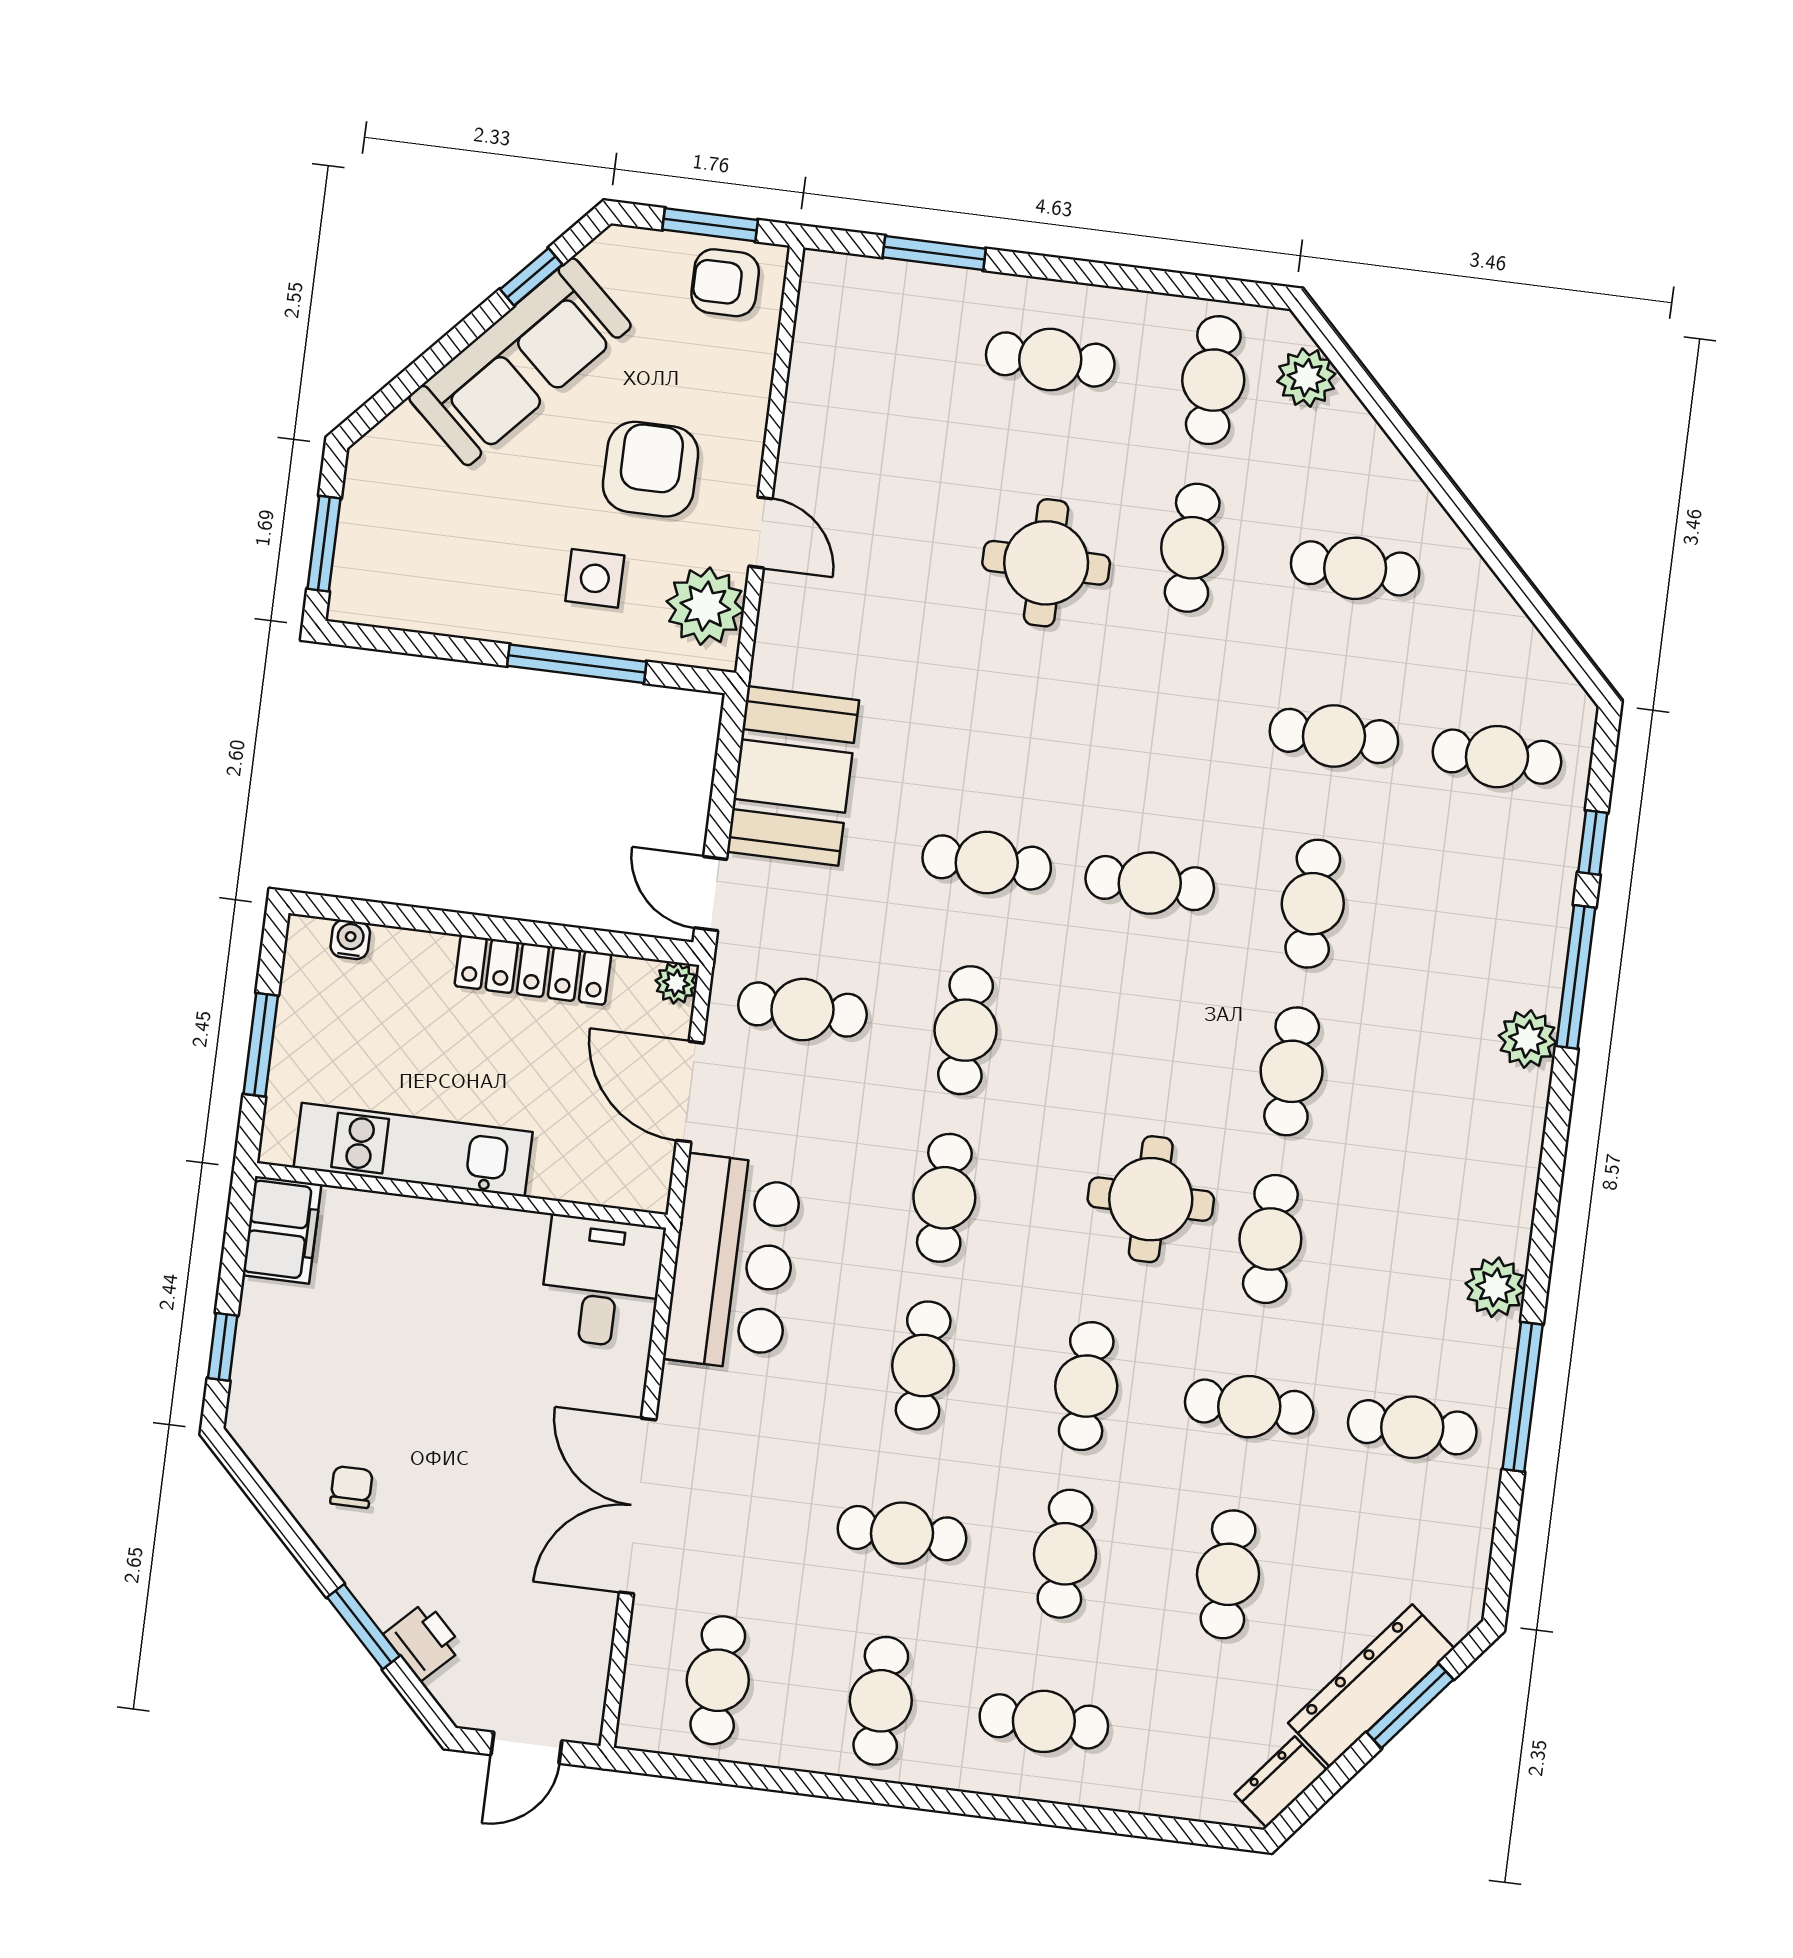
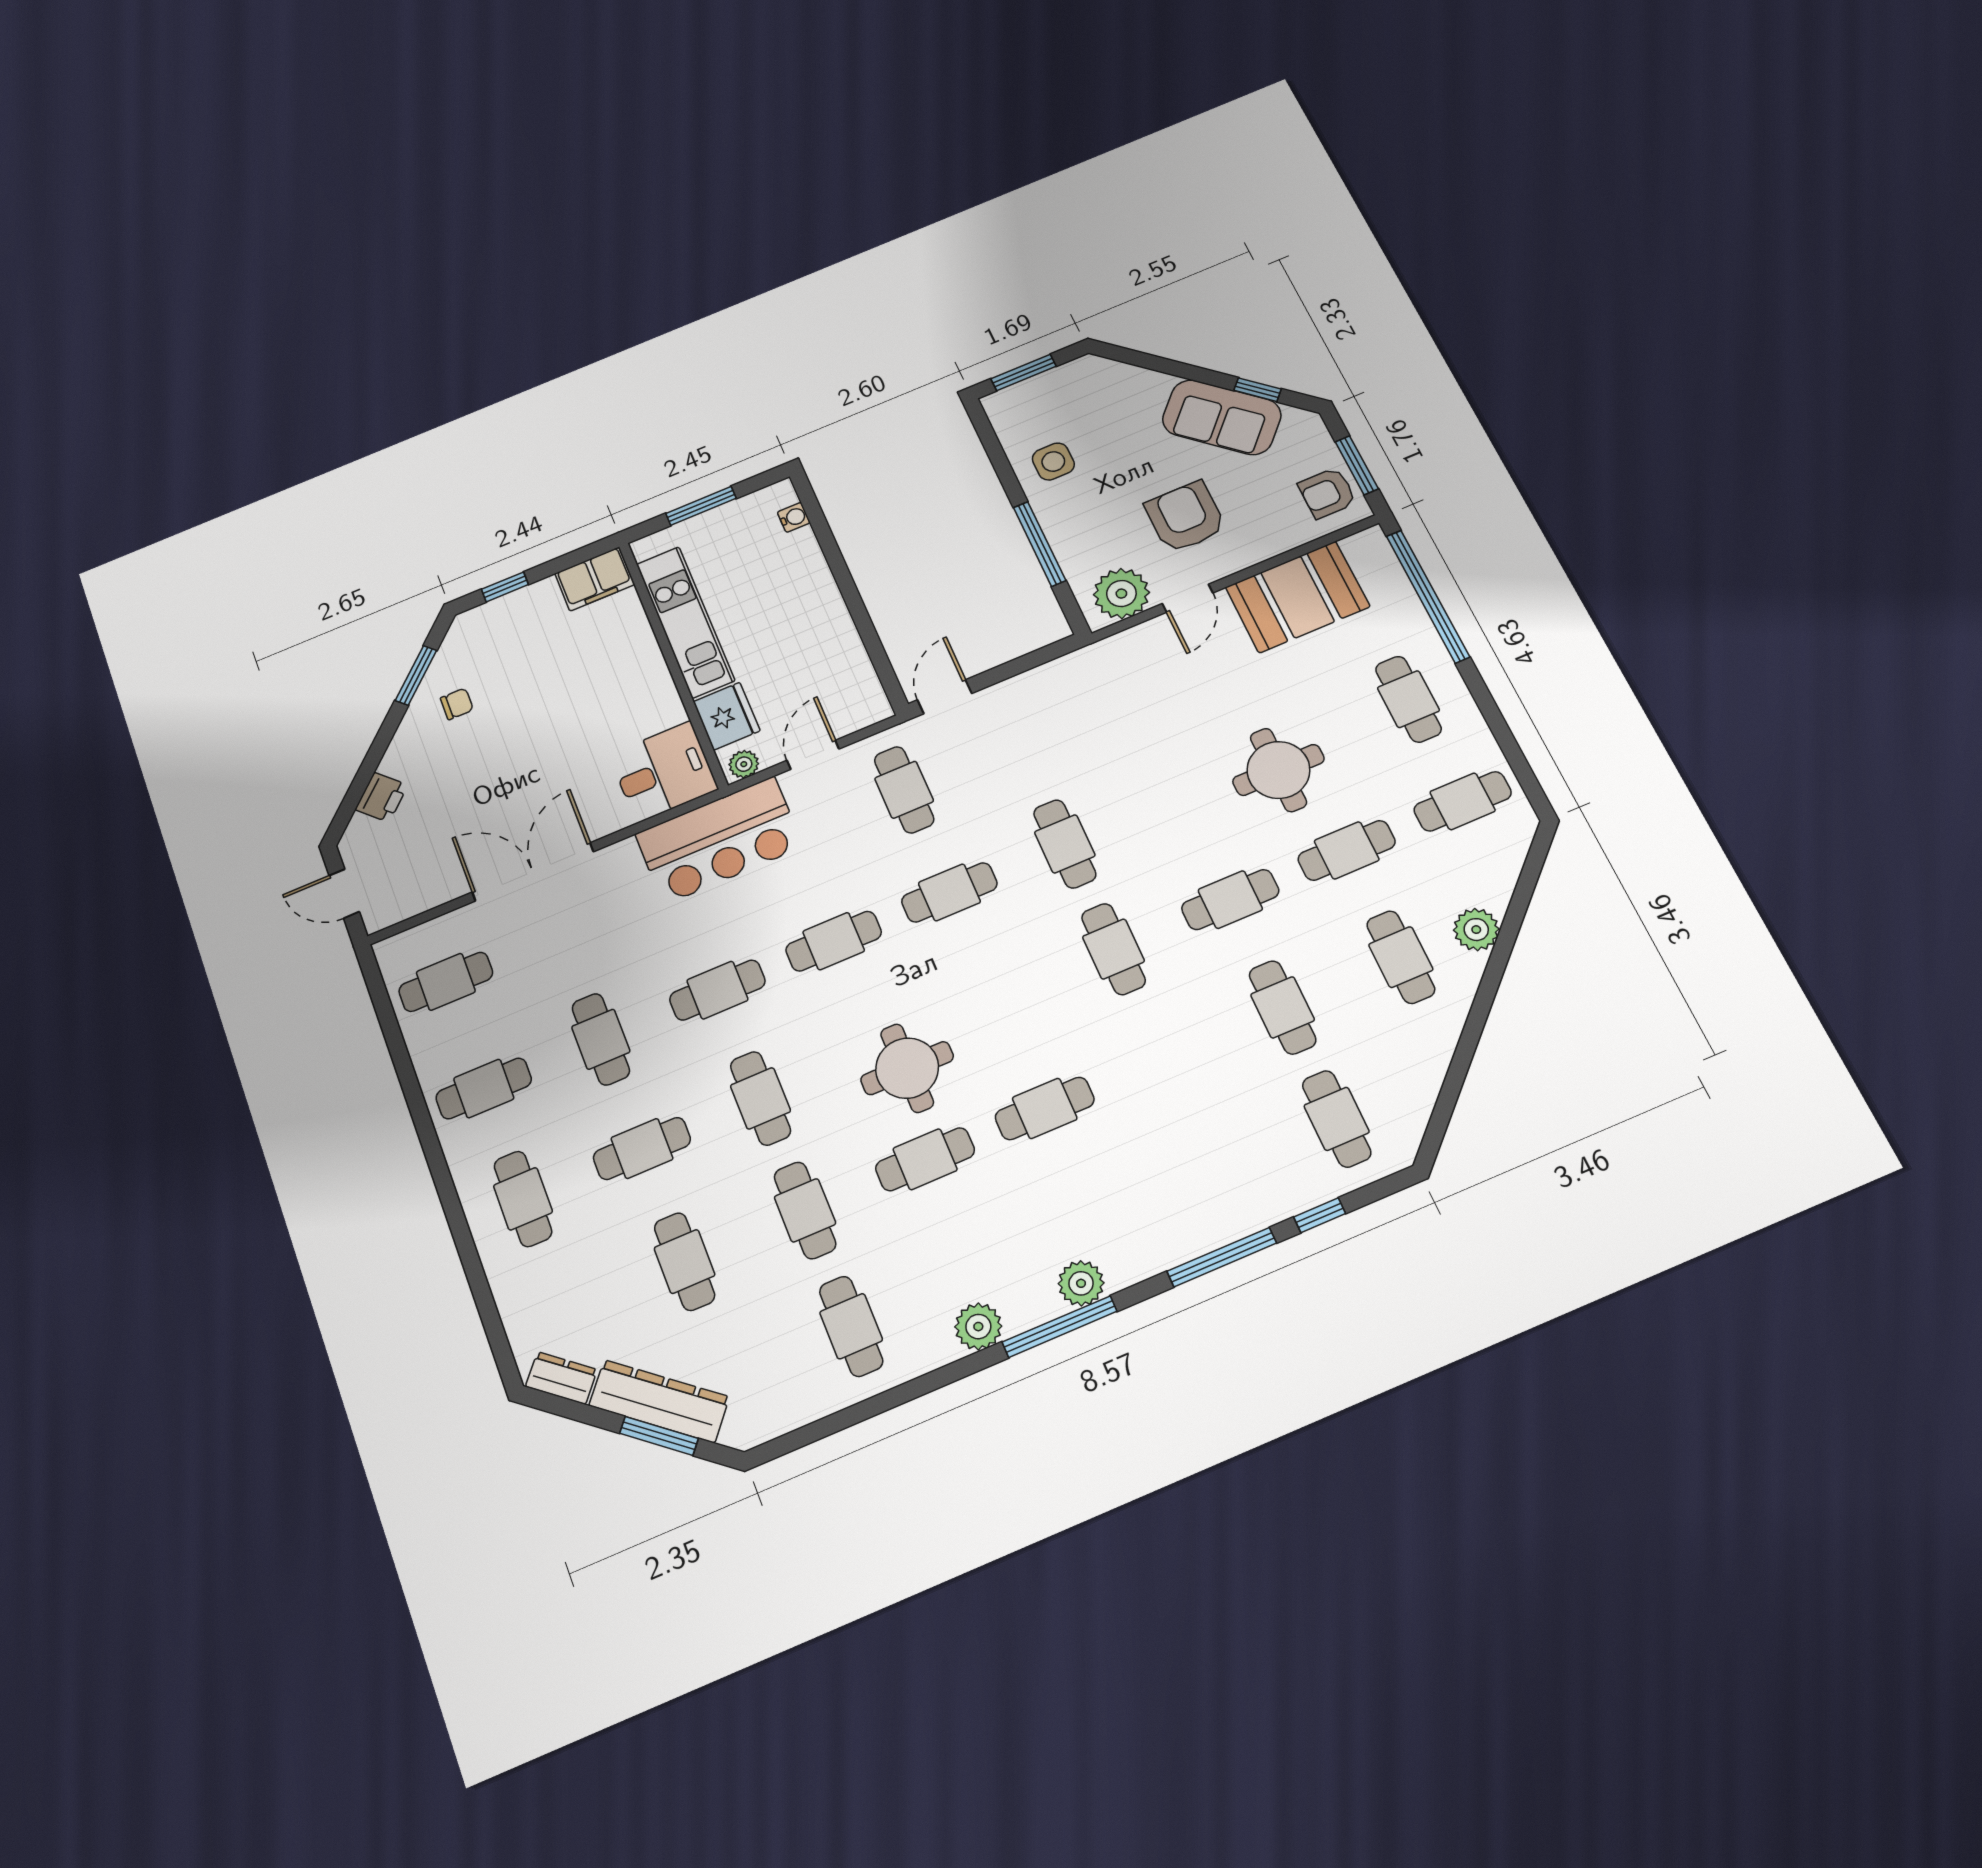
window: (934, 253) -> (1428, 596), width x2.11
armchair: (725, 283) -> (1327, 493), turned -90
sofa: (520, 362) -> (1222, 417), width x0.73
plant: (1306, 378) -> (1476, 930), moved
armchair: (651, 469) -> (1185, 517), turned -90
side table: (595, 578) -> (1053, 462), moved
booth: (793, 776) -> (1297, 597), moved
cafe table: (1313, 904) -> (1230, 900), moved
locker: (533, 970) -> (836, 625), removed
plant: (676, 983) -> (744, 764), moved
plant: (1528, 1039) -> (1081, 1283), moved
door: (690, 1092) -> (813, 755), width x0.73
fridge: (574, 1167) -> (727, 716), added
cafe table: (1086, 1386) -> (760, 1098), turned 90
window: (1523, 1397) -> (1060, 1327), moved
cafe table: (1228, 1574) -> (684, 1262), turned 90
window: (363, 1627) -> (416, 675), moved

